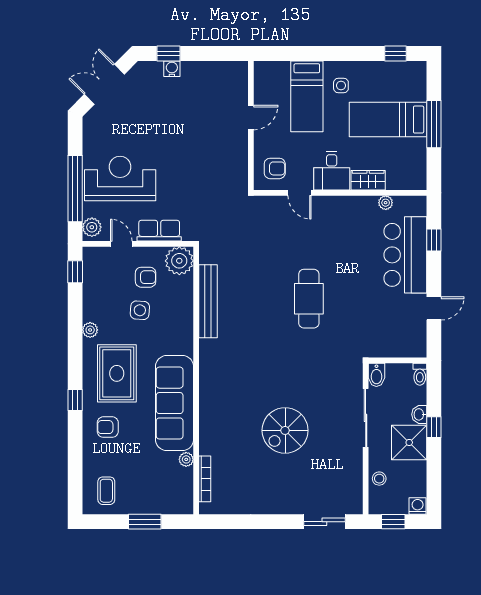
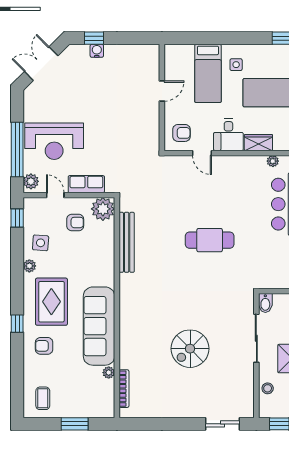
reception desk: (120, 178) -> (54, 141), turned 180
cafe table: (309, 299) -> (210, 240), turned 90
side table: (140, 310) -> (41, 243), moved

